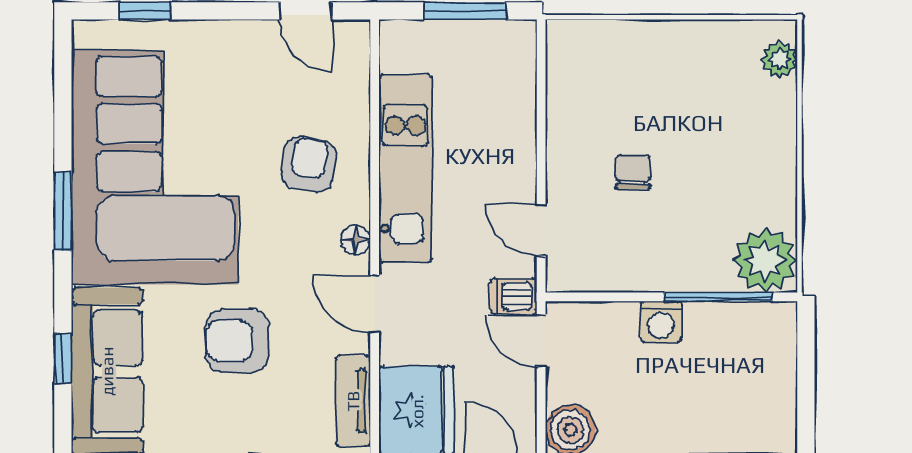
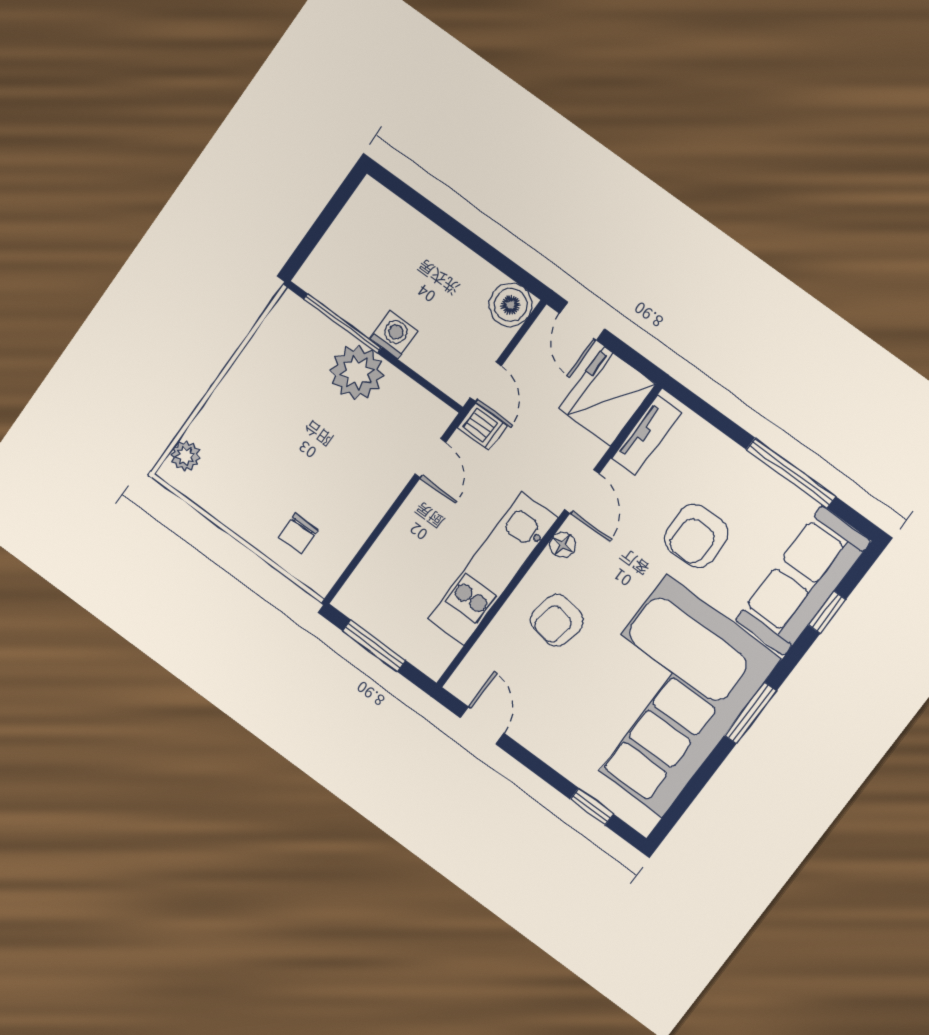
chair: (633, 172) -> (299, 533), moved
plant: (765, 260) -> (357, 373), moved
armchair: (237, 341) -> (696, 536), turned 90

